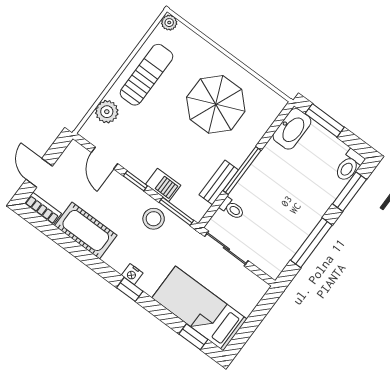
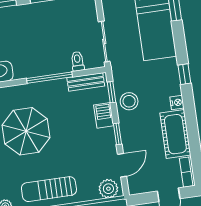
plant: (107, 112) -> (108, 189), moved
bench: (219, 182) -> (86, 82), moved
window: (176, 211) -> (111, 92), width x0.67
nightstand: (132, 274) -> (177, 102), moved

